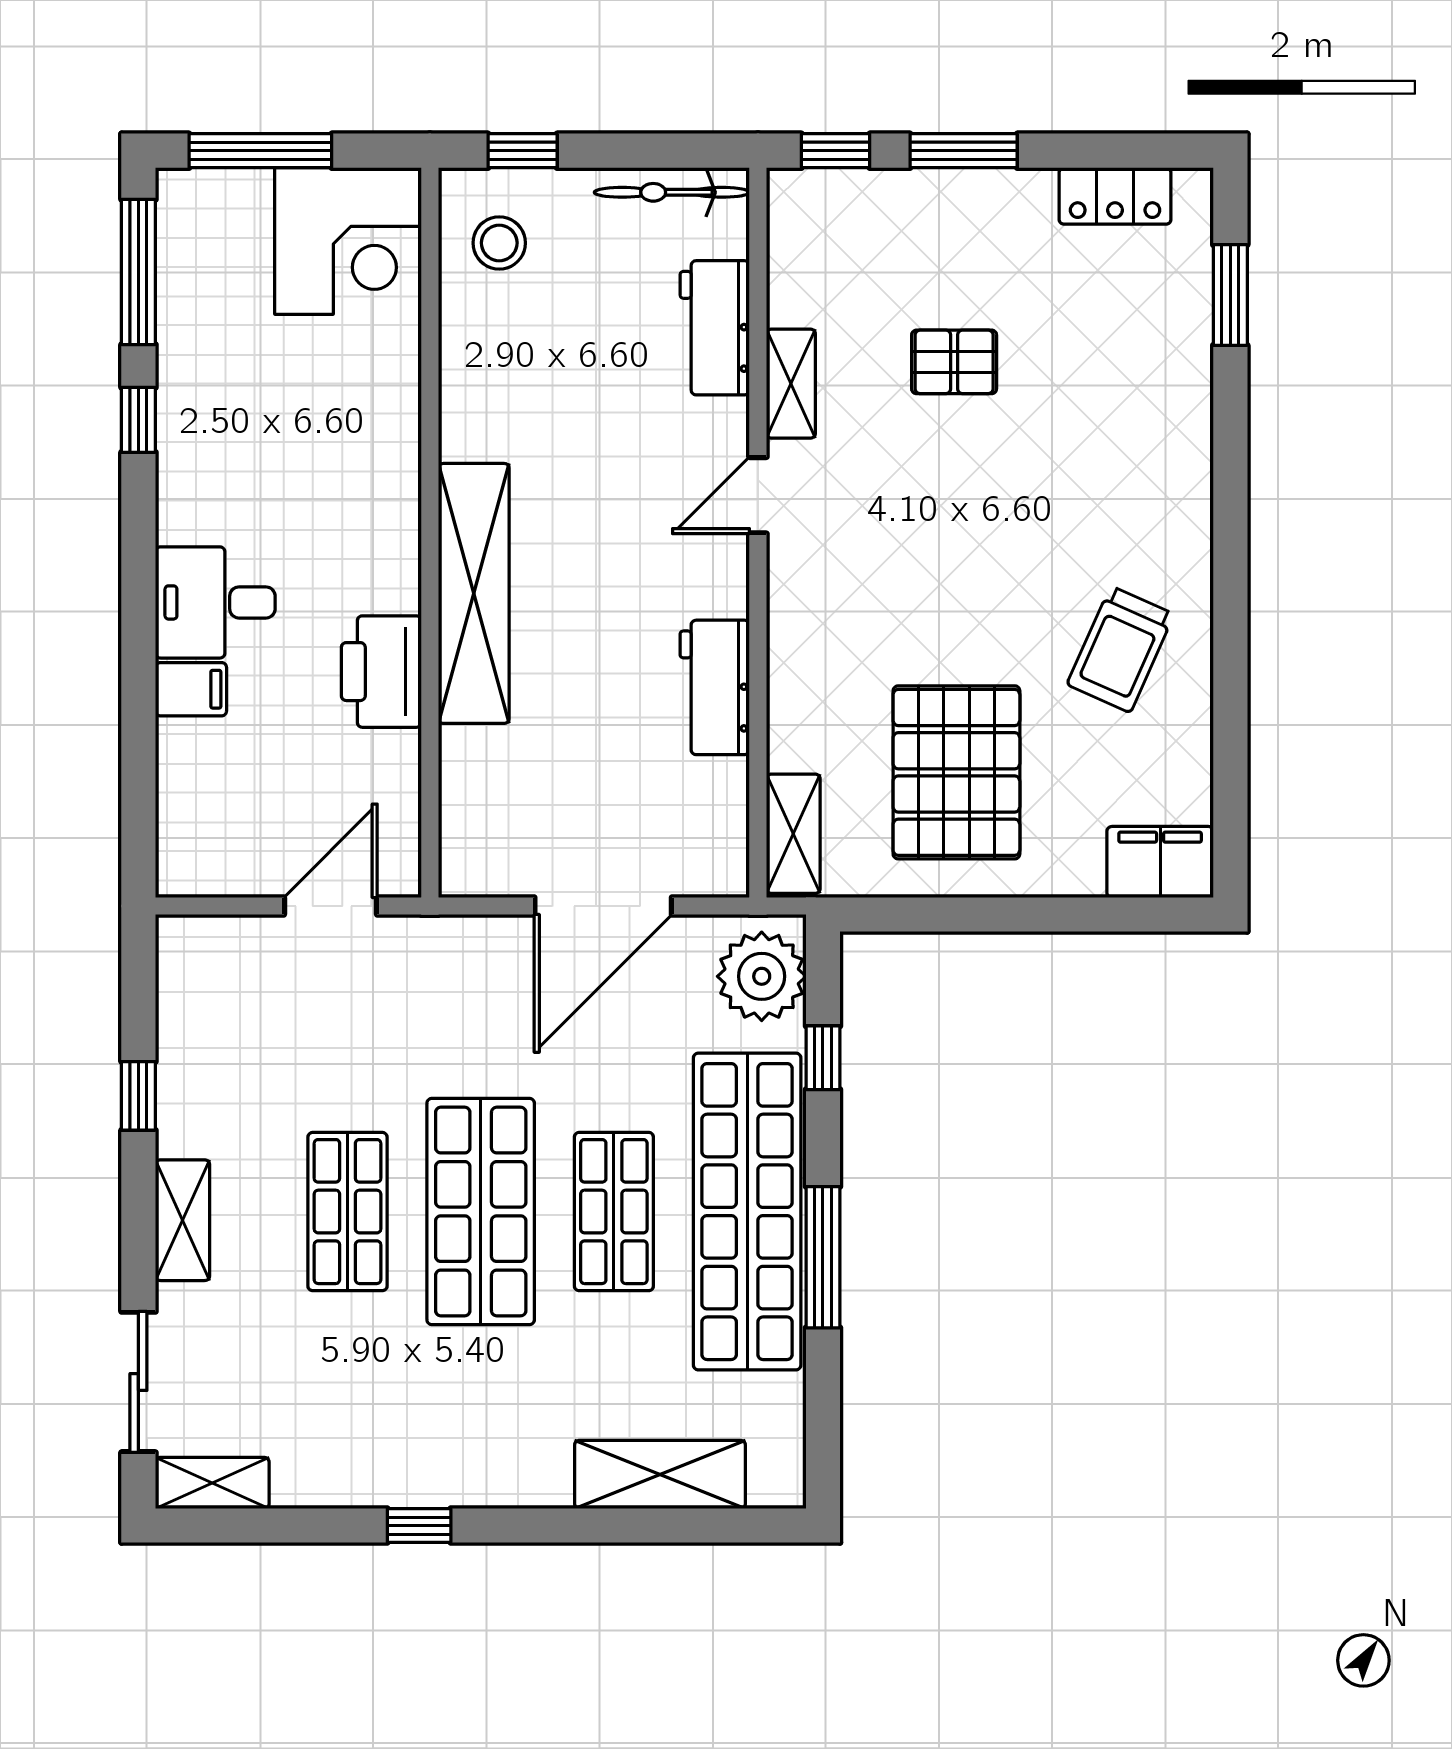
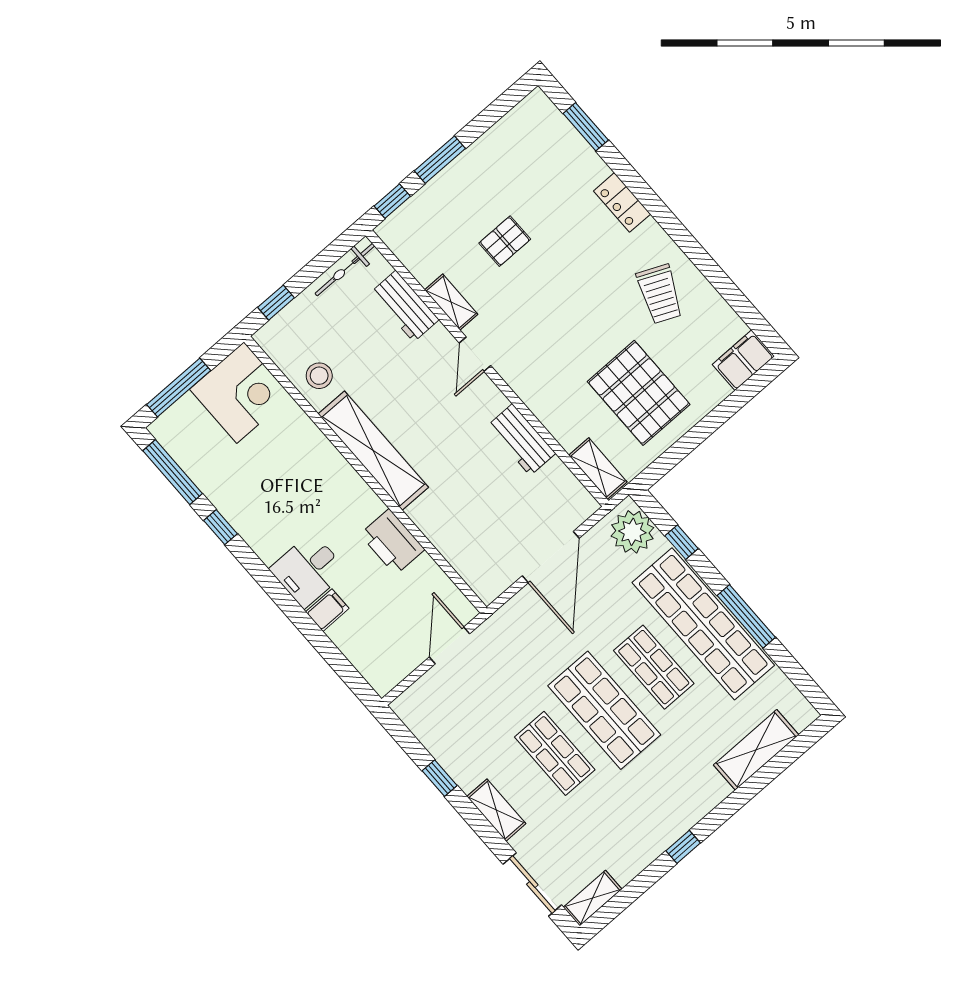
locker: (1115, 196) -> (622, 202), moved, turned 90
stool: (499, 243) -> (319, 376), moved
shelving: (474, 593) -> (373, 451), moved

